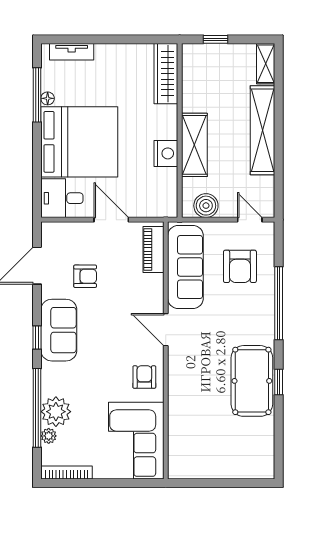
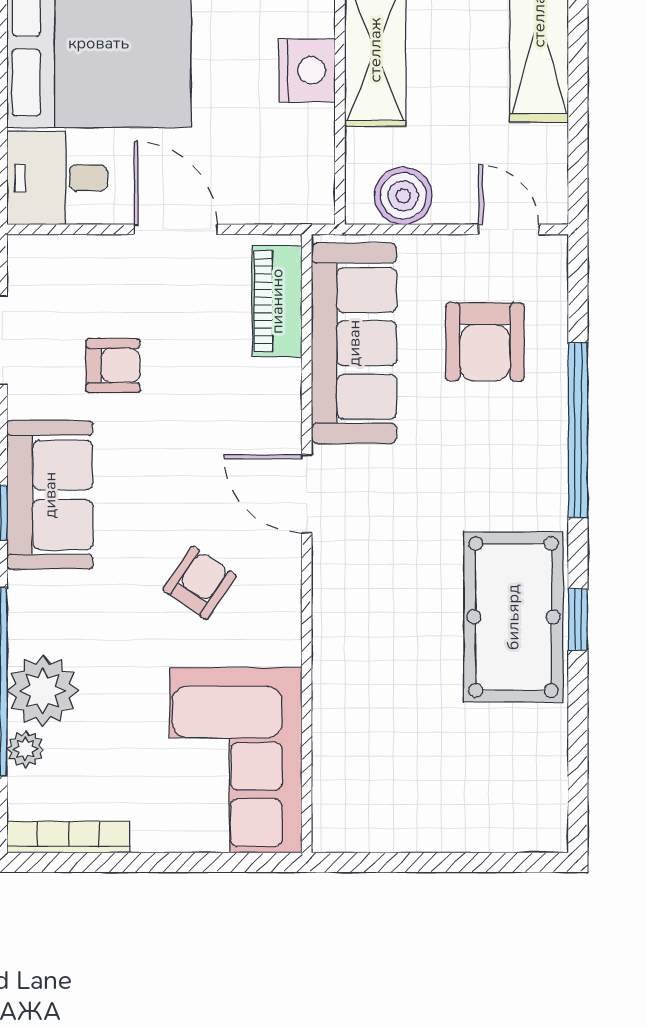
armchair: (144, 377) -> (200, 583), moved, turned 34

